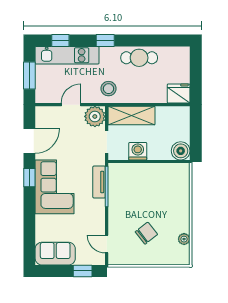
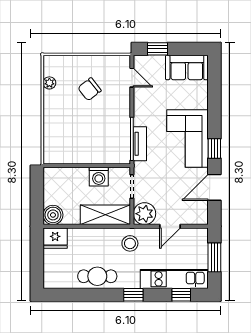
boiler: (181, 151) -> (53, 215), moved

